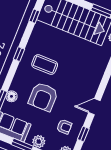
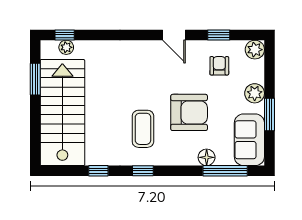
window: (34, 16) -> (98, 171), moved

